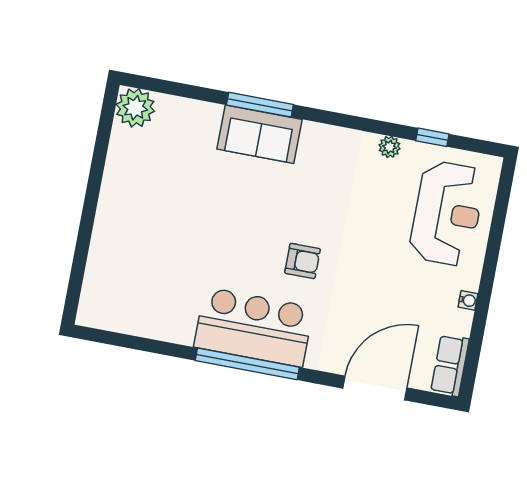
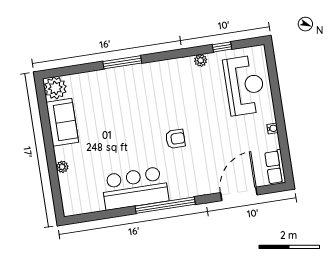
sofa: (260, 134) -> (62, 122), moved, turned -90
plant: (101, 241) -> (62, 167), added
bar counter: (254, 327) -> (135, 188), moved

